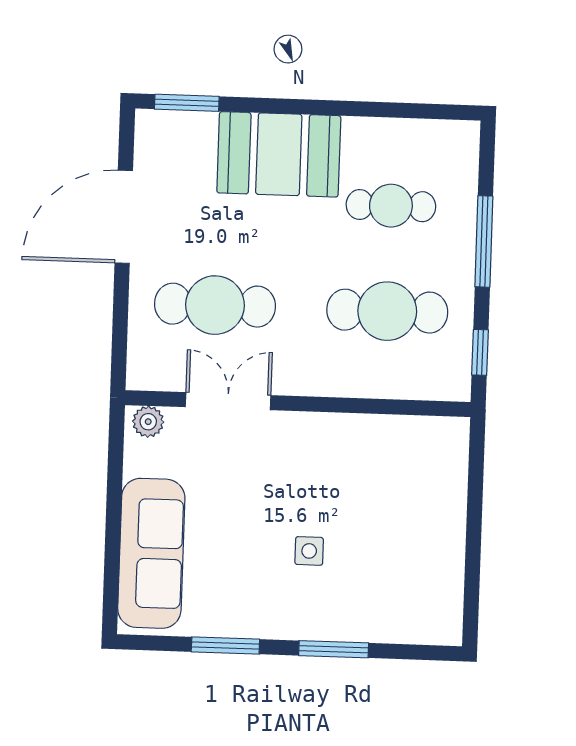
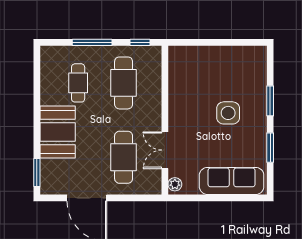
side table: (309, 551) -> (228, 113), width x1.87, depth x1.87

